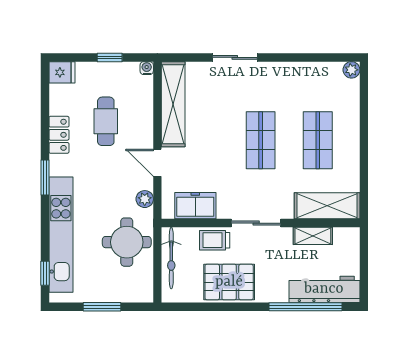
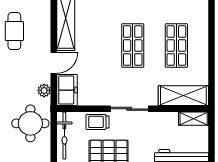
door: (157, 163) -> (54, 63), swing flipped
freezer: (195, 206) -> (67, 90), moved, turned 90
shelving: (313, 236) -> (194, 119), moved

